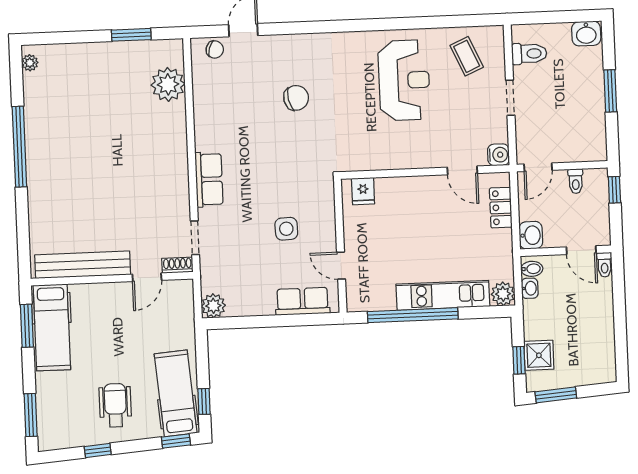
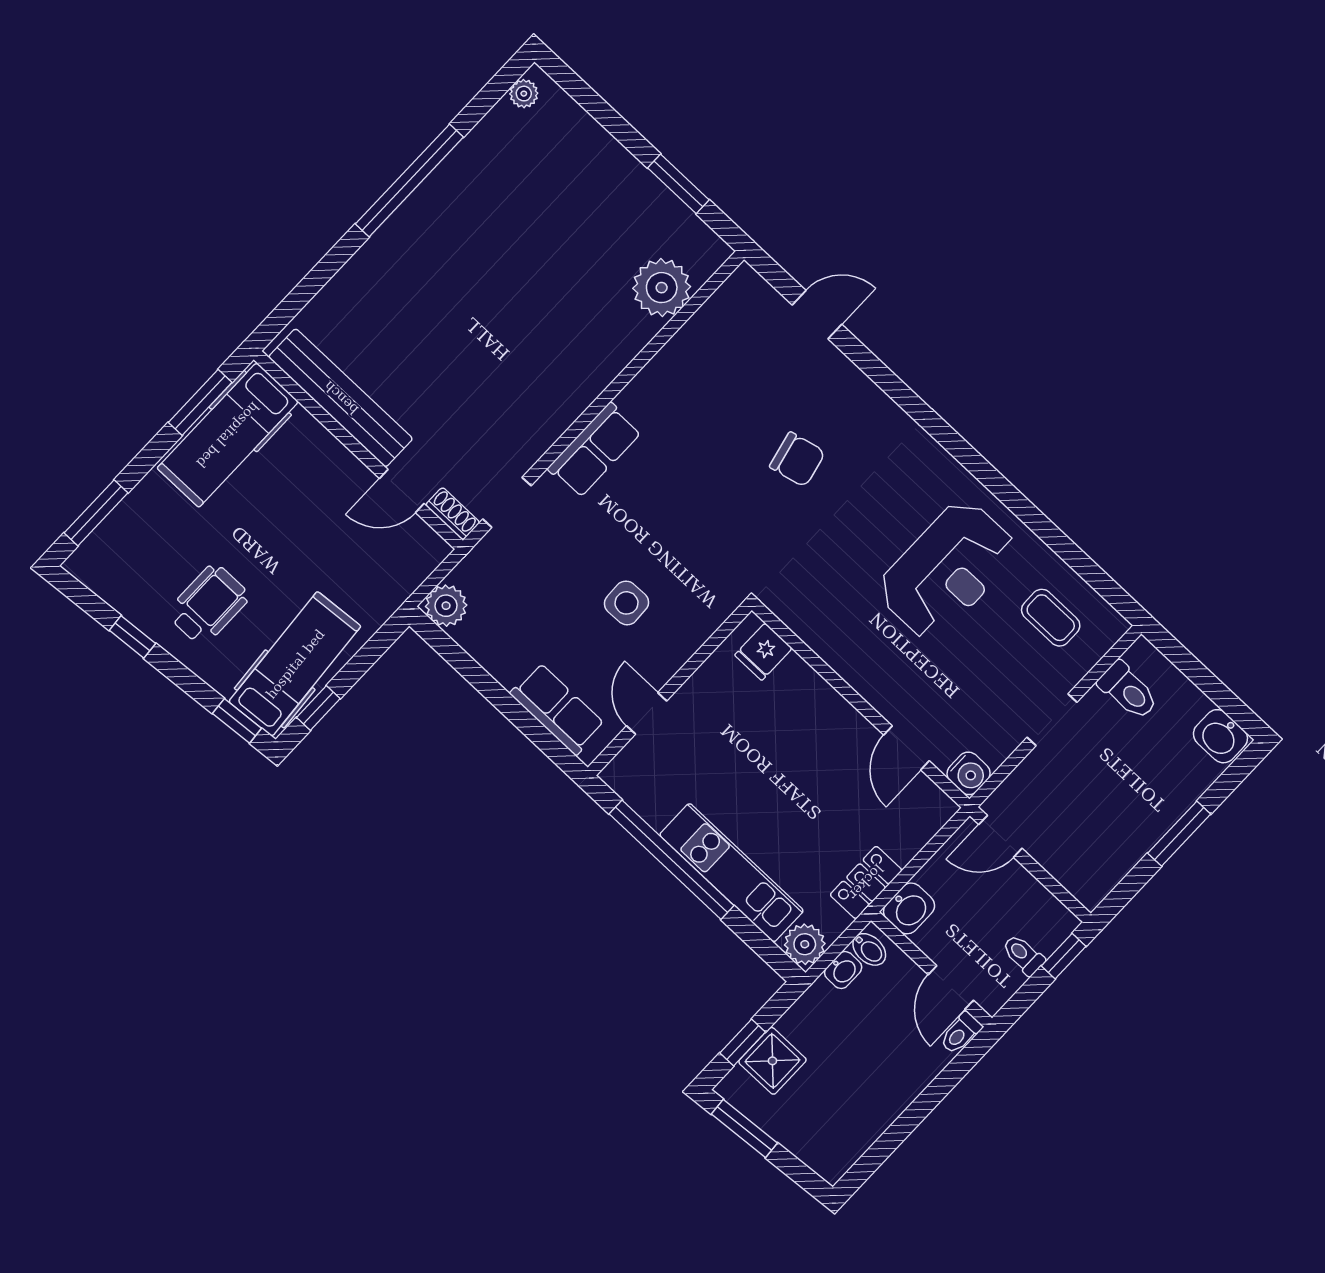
chair: (215, 49) -> (760, 303), removed
coffee table: (467, 56) -> (1051, 618), turned -66
toilet: (576, 181) -> (1023, 955), moved, turned 90
locker: (501, 208) -> (866, 882), moved

